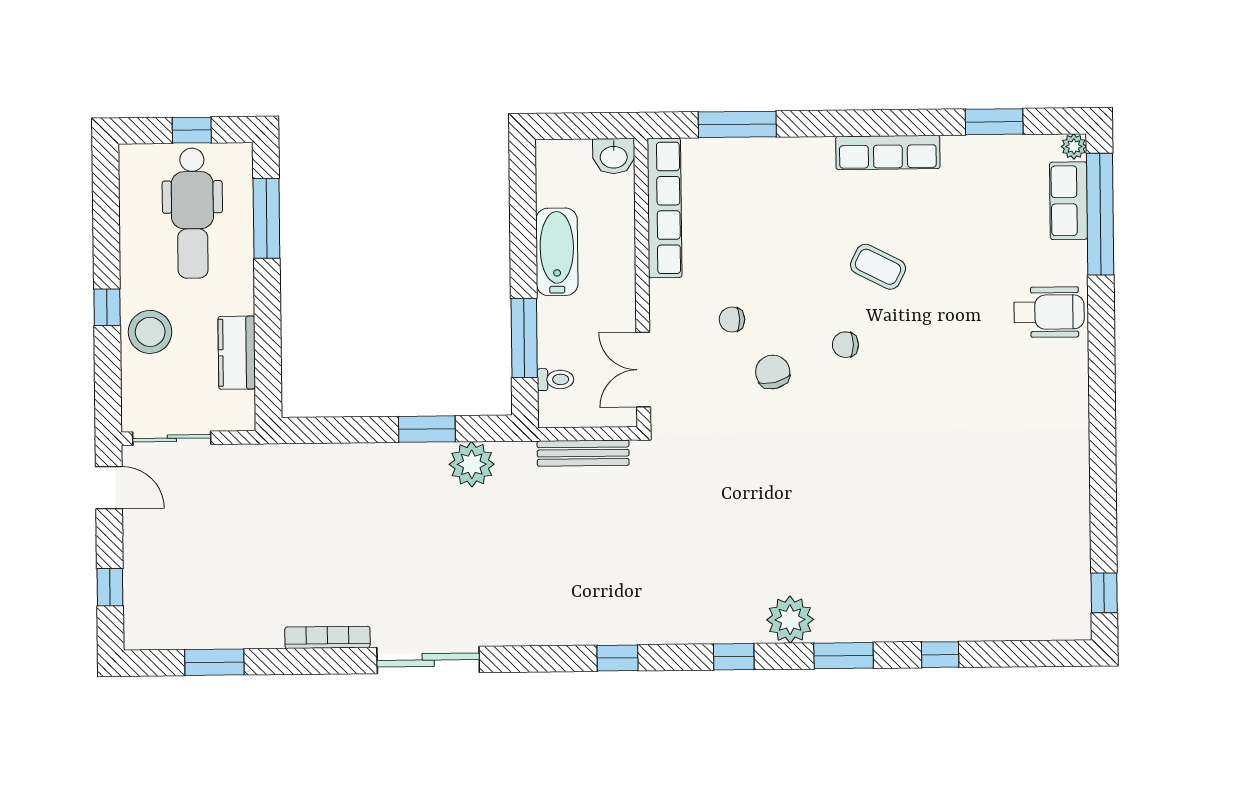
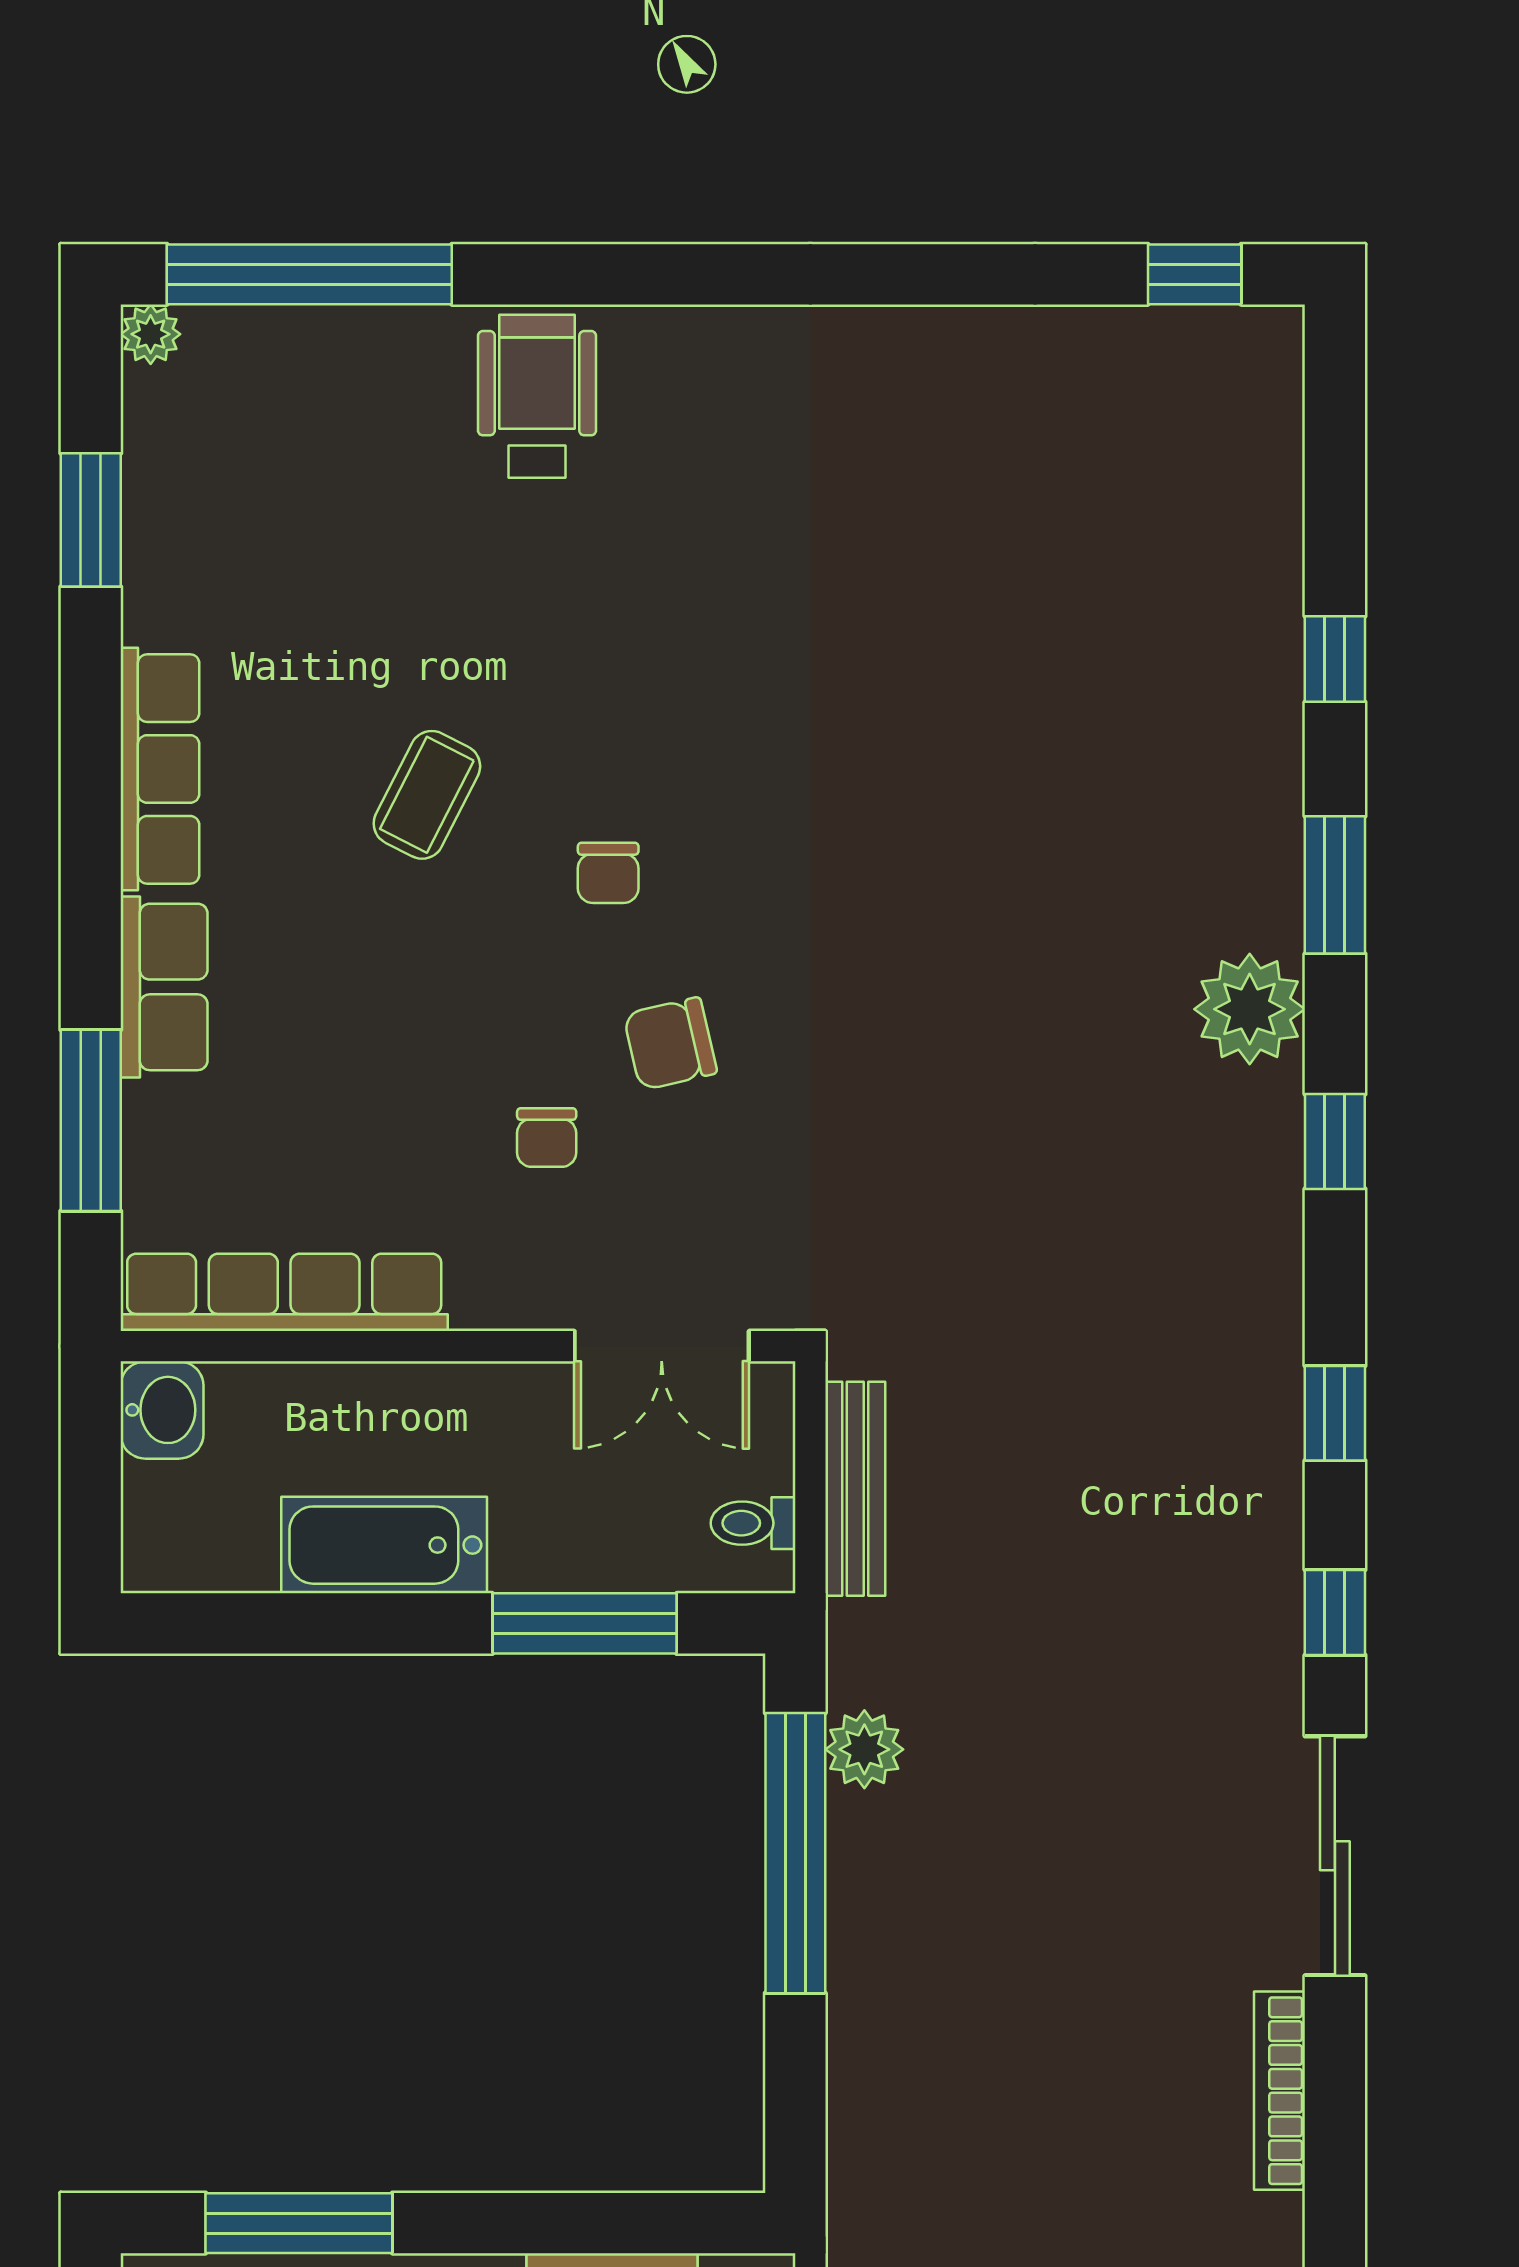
row of seats: (1069, 201) -> (164, 987), moved, turned -90
toilet: (556, 379) -> (753, 1523), moved, turned -90
window: (427, 429) -> (795, 1853), width x2.11
plant: (472, 464) -> (864, 1749), width x0.73, depth x0.73
window: (532, 659) -> (1335, 1612), added

